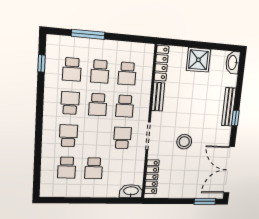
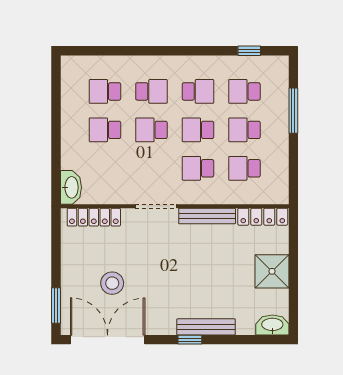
bench: (158, 97) -> (207, 216), width x1.36
school desk: (122, 138) -> (151, 130), moved, turned 180
stool: (184, 142) -> (112, 283), moved

